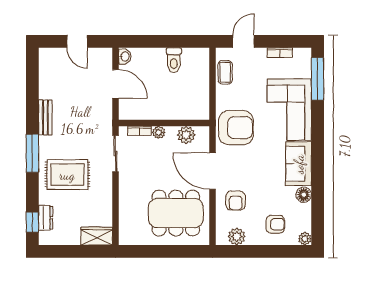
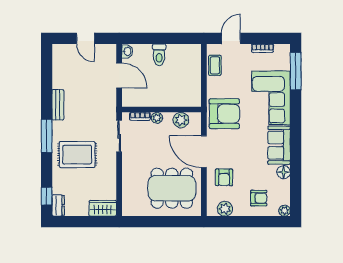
toilet: (174, 60) -> (159, 55), moved
dresser: (46, 218) -> (58, 205), moved

